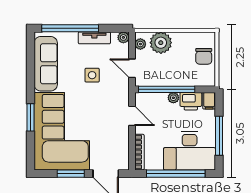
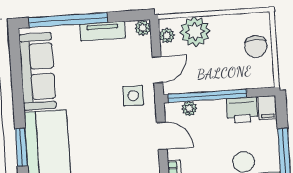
door: (132, 68) -> (157, 70), swing flipped
side table: (92, 75) -> (133, 96), moved
plant: (173, 98) -> (189, 109), moved

